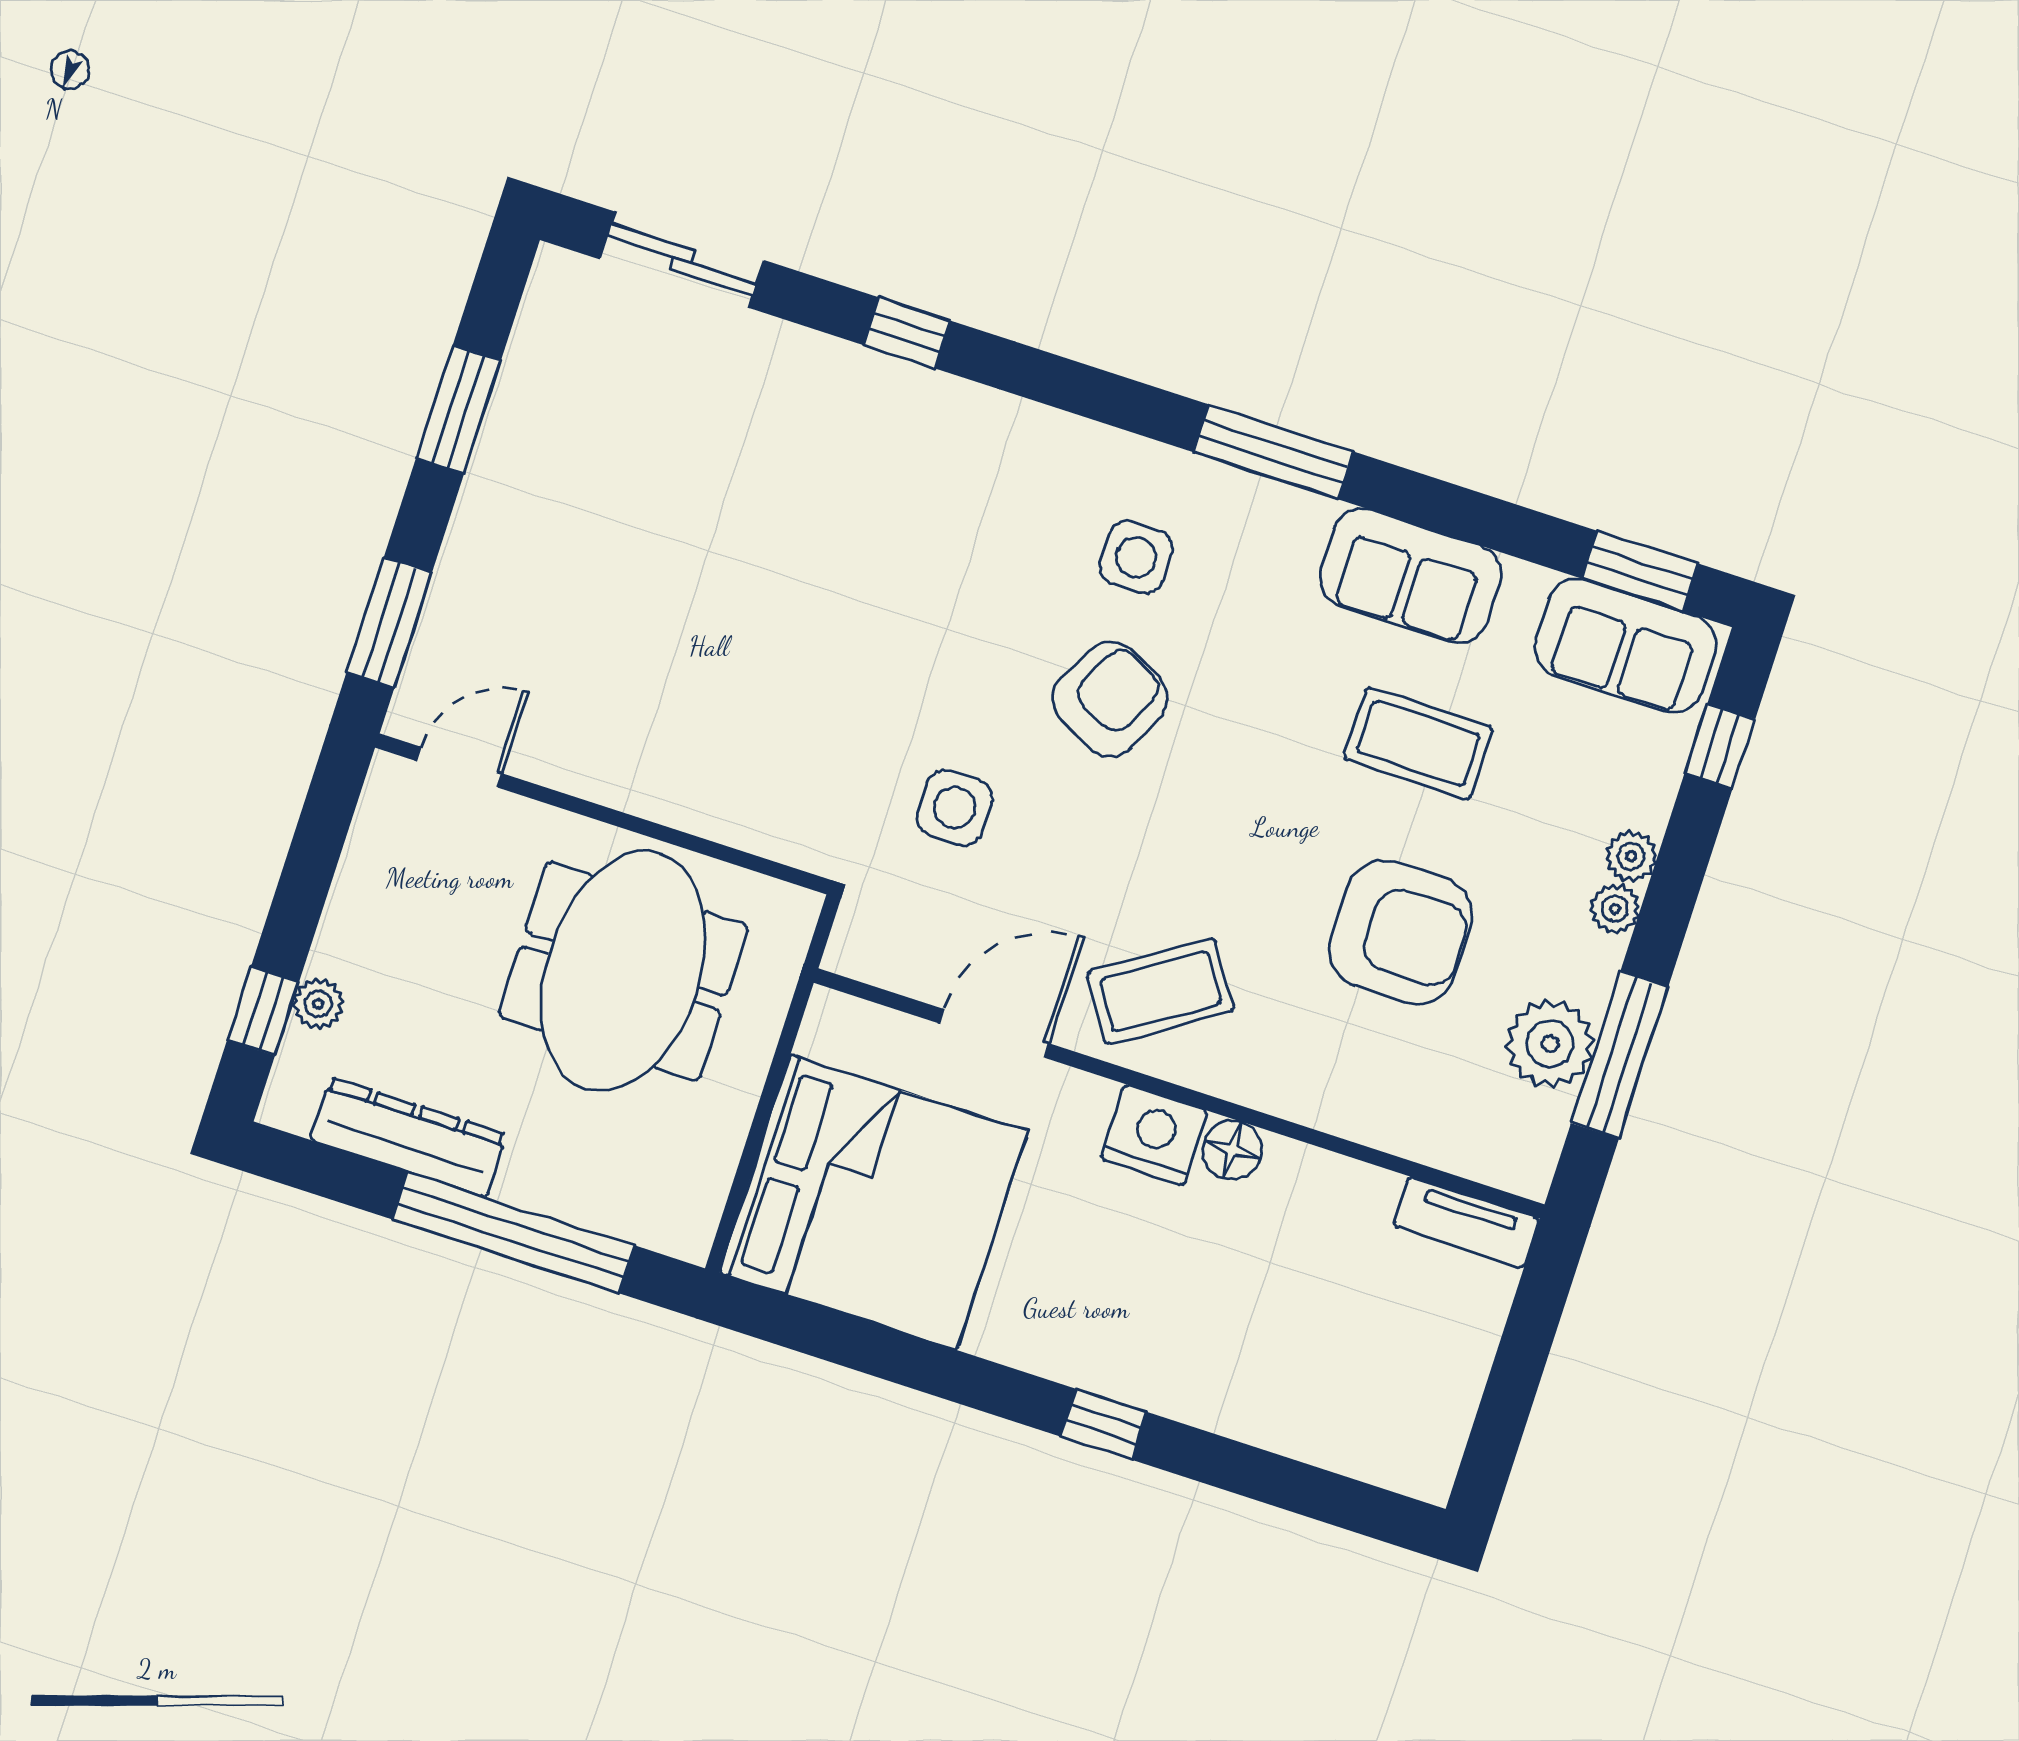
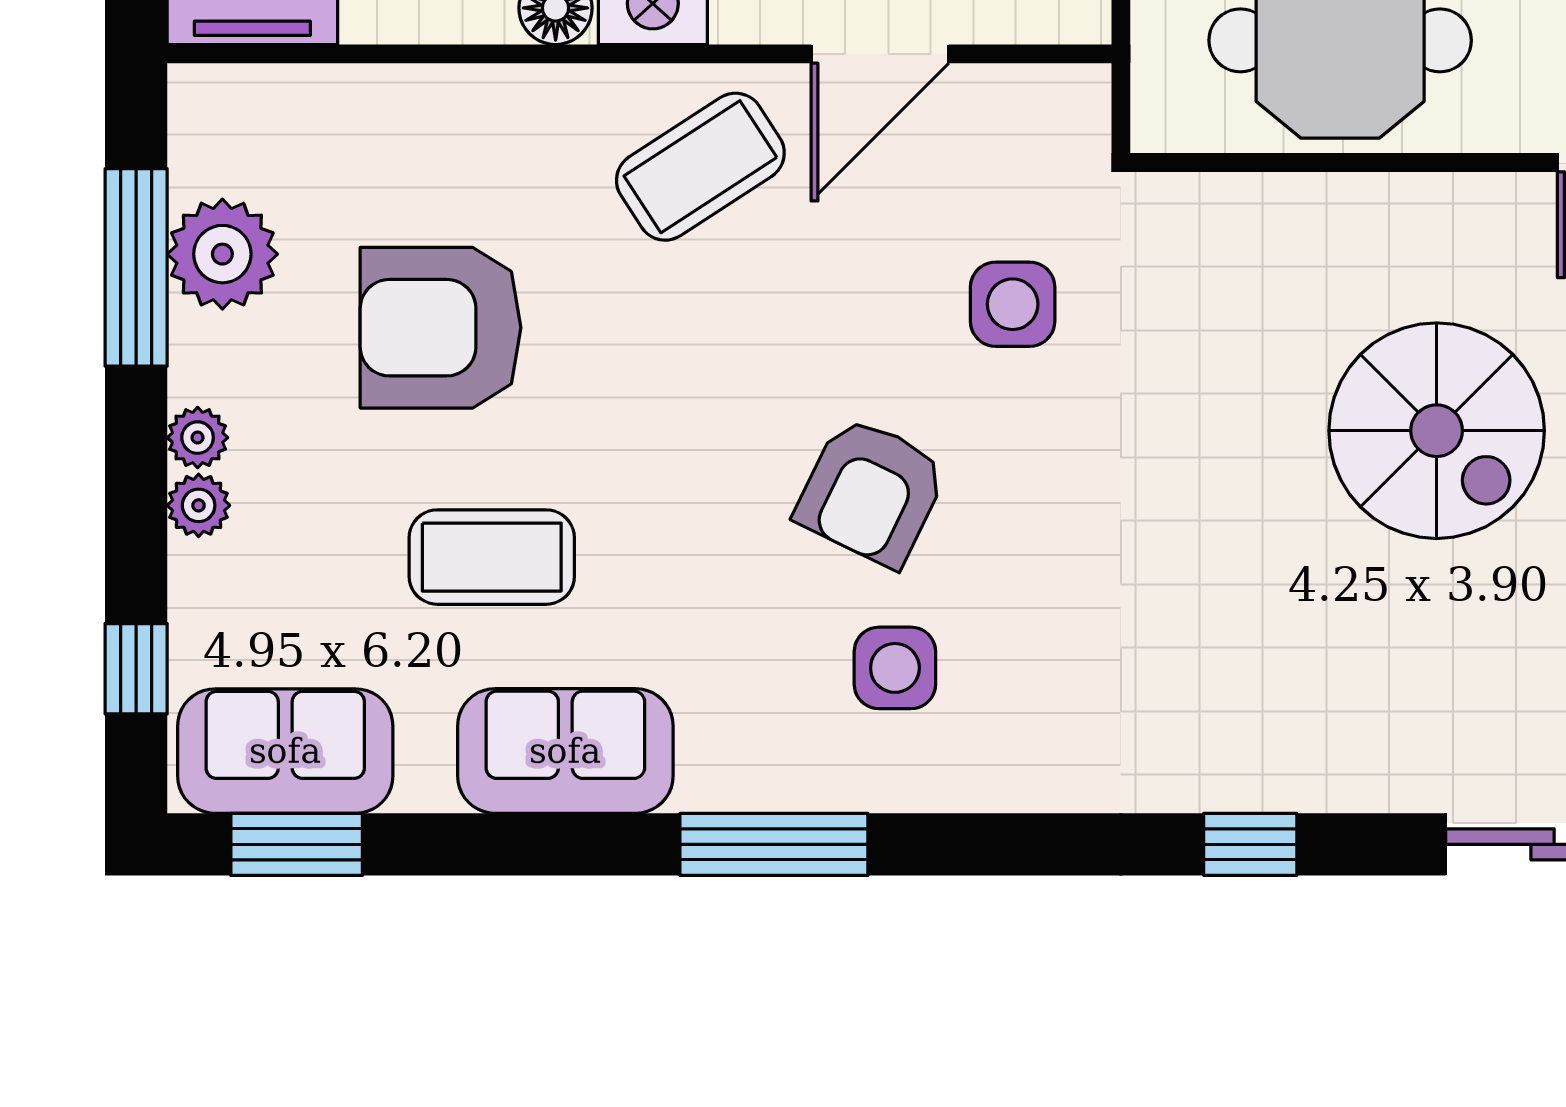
spiral stairs: (660, 604) -> (1437, 431), added

